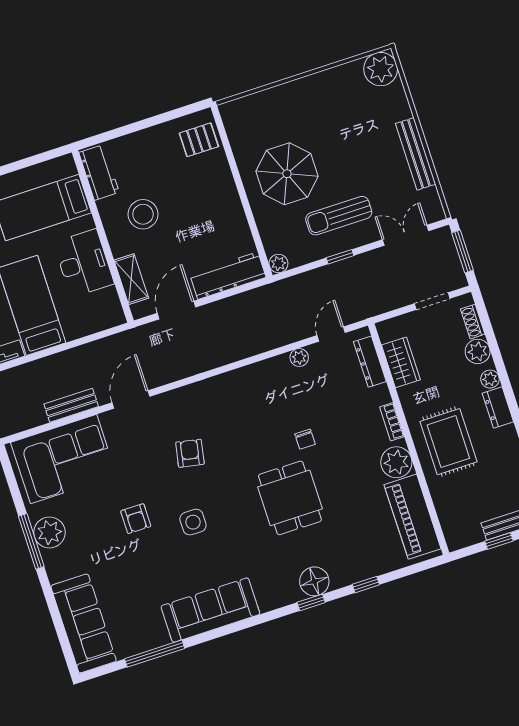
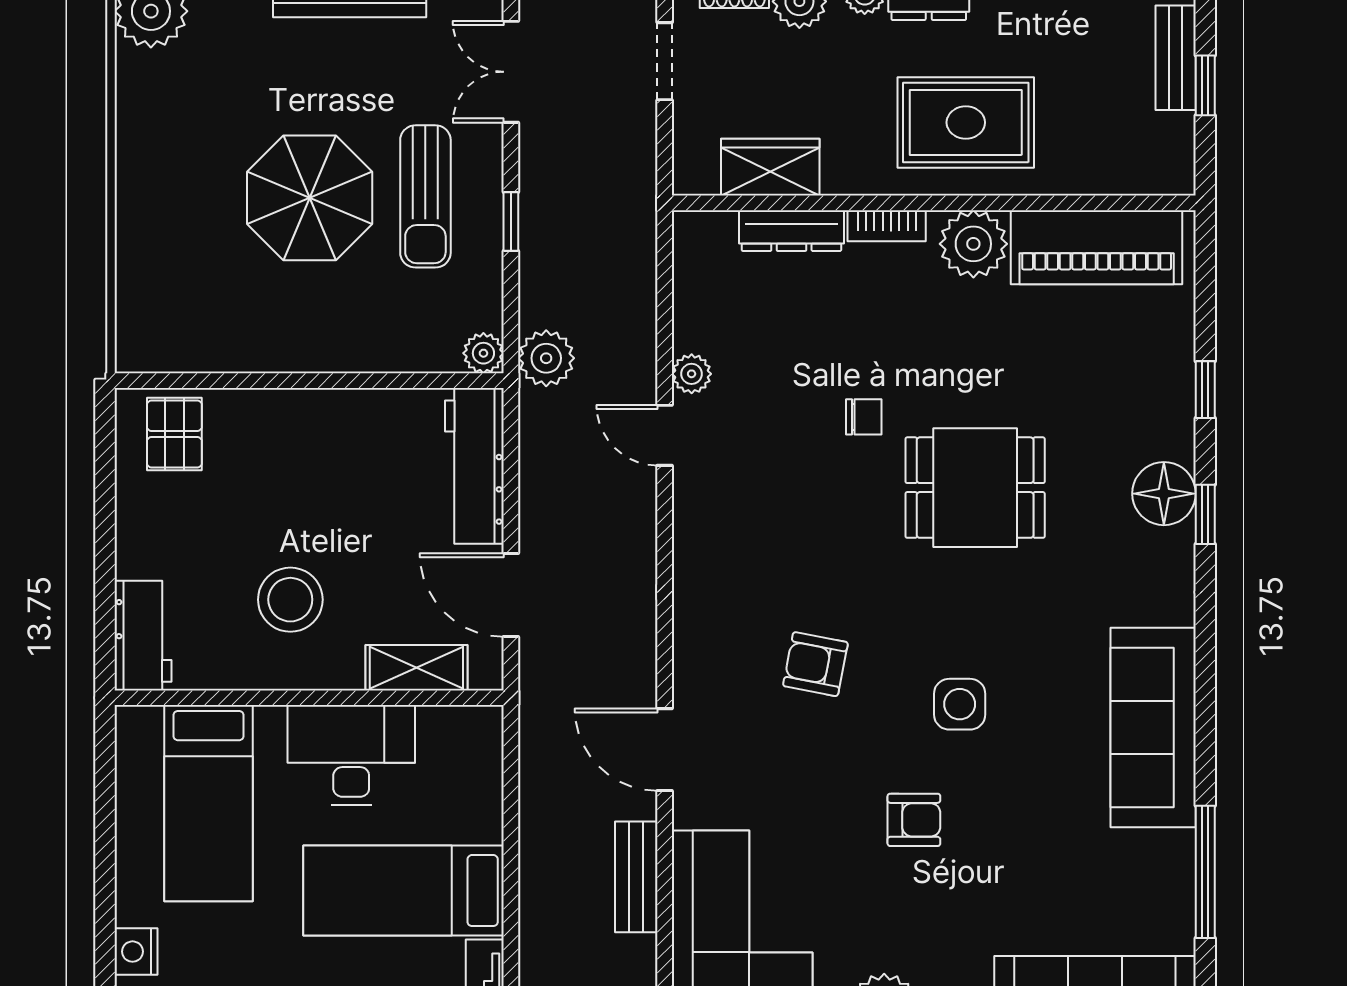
workbench: (99, 172) -> (143, 636), moved, turned 90
parasol: (287, 174) -> (310, 198), moved
plant: (285, 292) -> (546, 358), added
door: (331, 334) -> (665, 435), moved
dresser: (370, 362) -> (791, 231), moved

